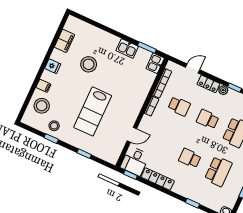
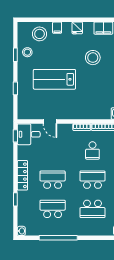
school desk: (208, 119) -> (92, 180), width x1.85
school desk: (190, 158) -> (53, 180), width x1.85
school desk: (218, 171) -> (53, 209), turned 180
locker: (158, 179) -> (22, 175), moved

